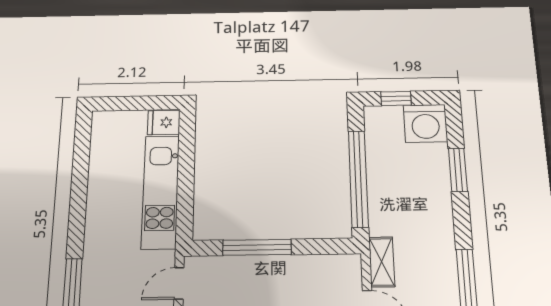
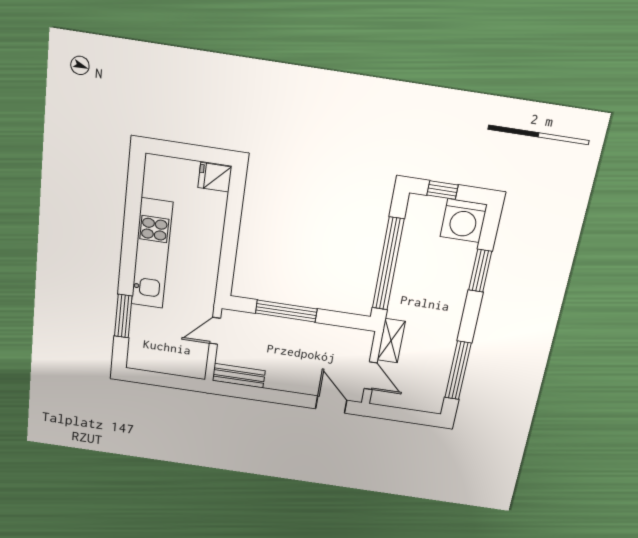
kitchen unit: (160, 192) -> (152, 254), moved, turned 180

